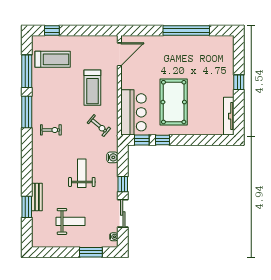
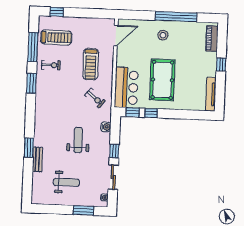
stool: (172, 52) -> (163, 35), added
piano: (227, 53) -> (212, 38), added
window: (27, 112) -> (31, 83), width x0.69
exercise bike: (51, 130) -> (51, 65), moved
window: (27, 207) -> (29, 148), moved

